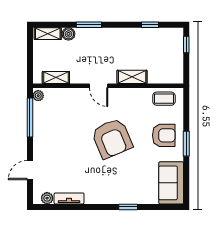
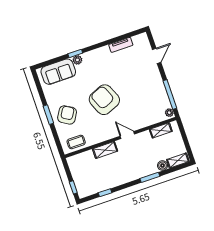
armchair: (164, 135) -> (67, 115), turned 121
sofa: (171, 183) -> (58, 72), moved, turned 90
plant: (47, 198) -> (77, 60), moved

